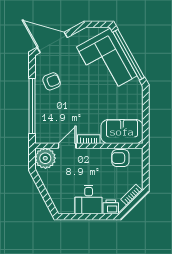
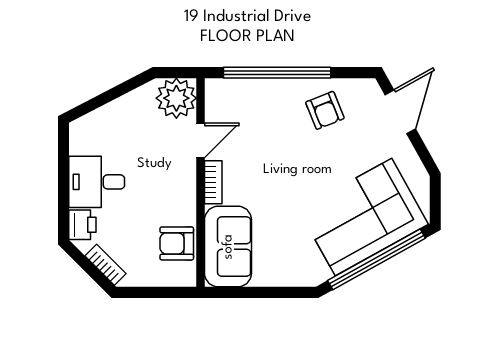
door: (52, 42) -> (400, 112), width x0.73
door: (67, 146) -> (200, 140), hinge flipped
armchair: (120, 158) -> (177, 243), turned -90

